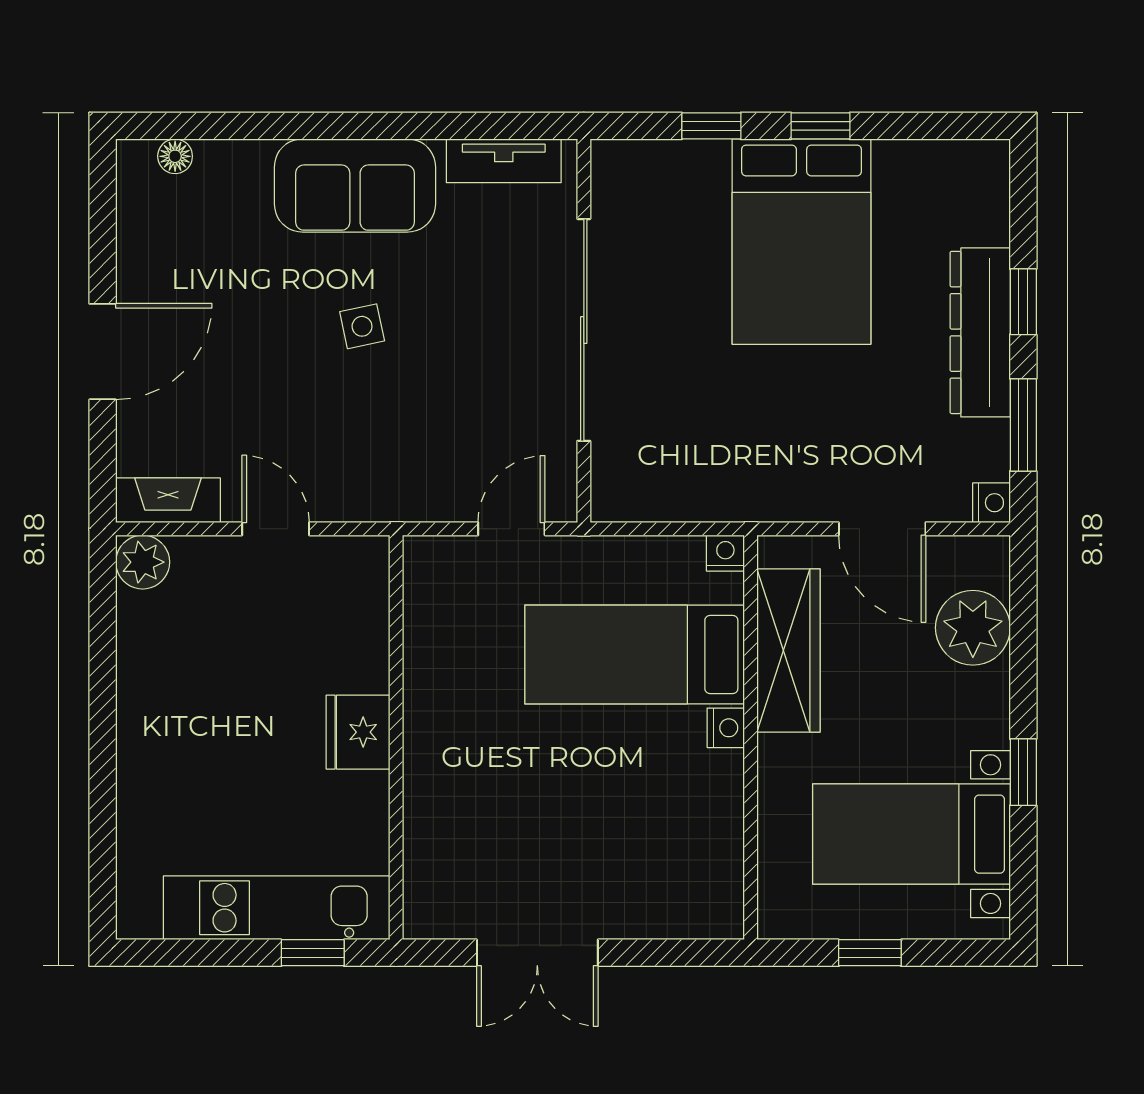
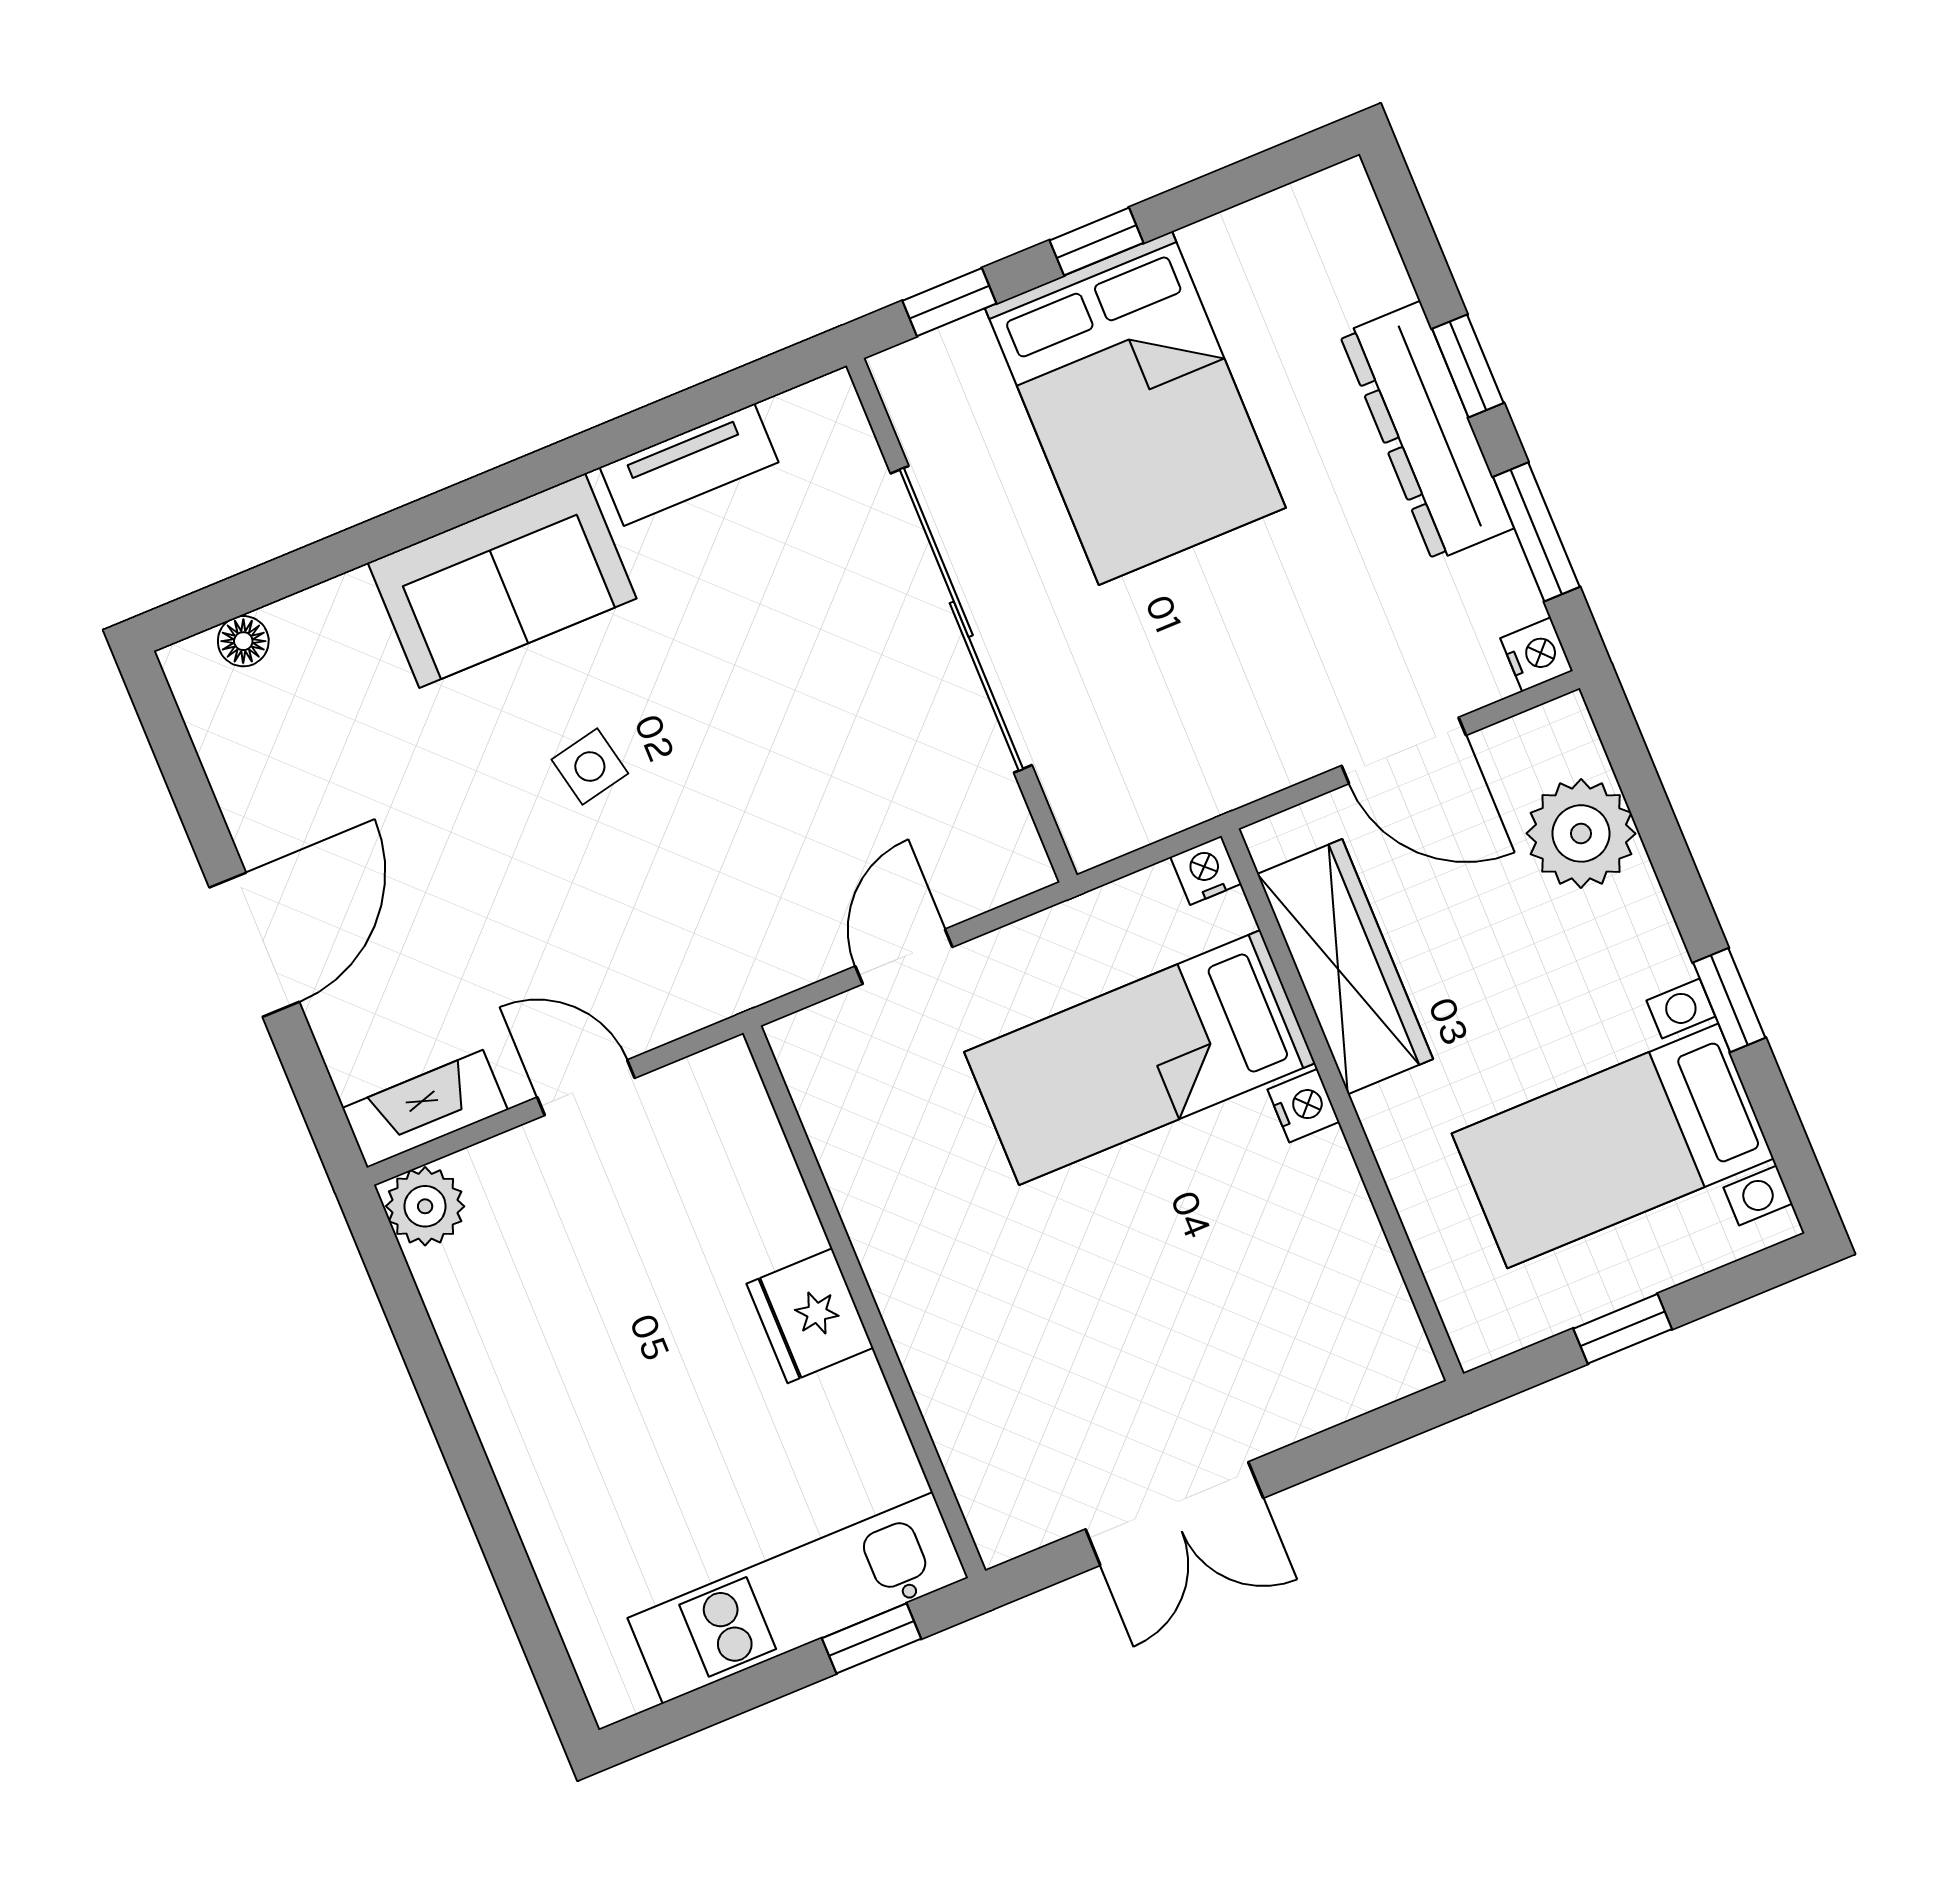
sliding door: (584, 330) -> (961, 619), moved
wall: (584, 331) -> (962, 620), moved

